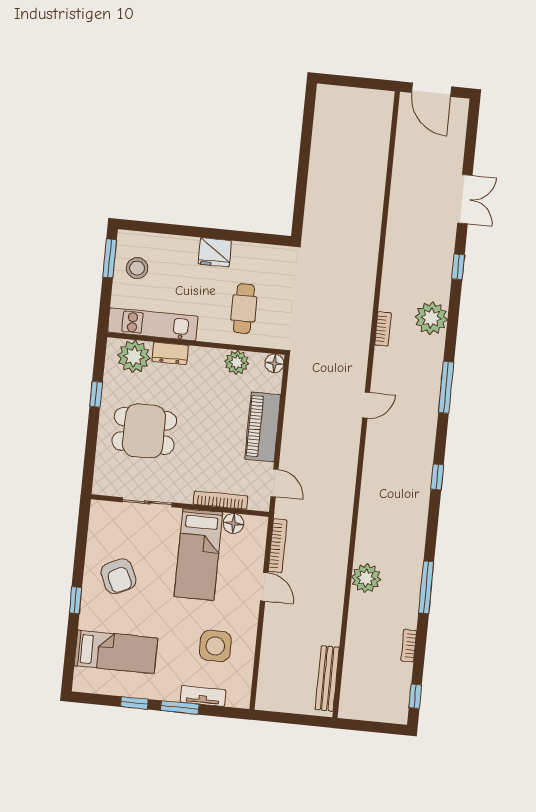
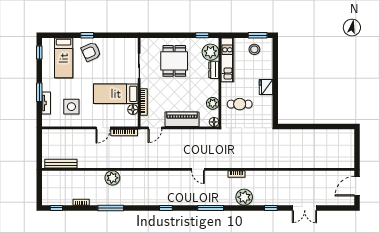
window: (96, 394) -> (202, 35), moved
armchair: (119, 576) -> (91, 52), moved
window: (134, 703) -> (39, 53), moved

